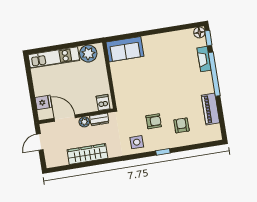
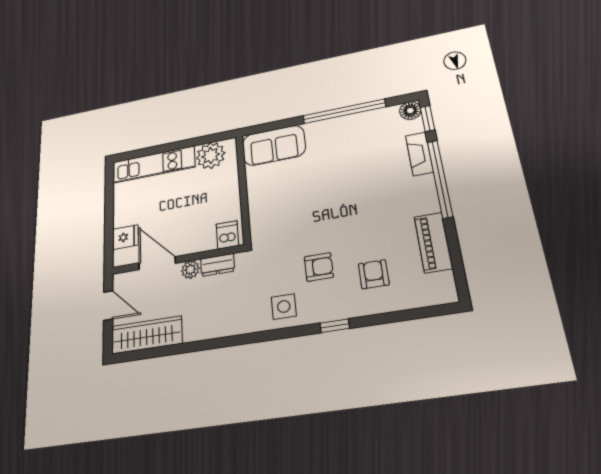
window: (163, 30) -> (344, 111), added
door: (40, 142) -> (108, 305), swing flipped
wardrobe: (87, 154) -> (147, 335), moved

